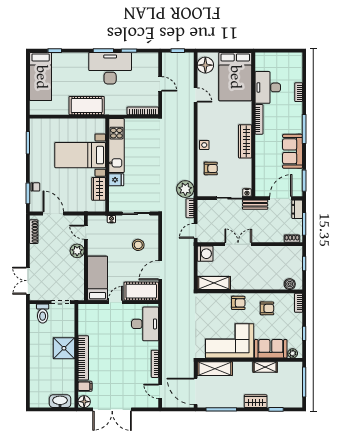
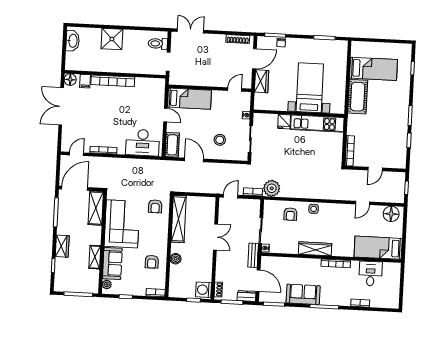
desk: (110, 68) -> (393, 121), removed
bed: (41, 77) -> (373, 69), moved, turned 180
bed: (235, 77) -> (378, 248), width x0.67
desk: (268, 87) -> (371, 274), width x0.73
wardrobe: (99, 189) -> (262, 81), moved, turned 90
door: (196, 231) -> (231, 196), hinge flipped
plant: (77, 251) -> (217, 80), removed
washing machine: (205, 254) -> (204, 290), moved, turned 90
shelving: (214, 283) -> (179, 219), width x1.47
boiler: (290, 284) -> (176, 259), moved
cot: (141, 291) -> (172, 145), width x0.73, depth x0.75
armchair: (238, 303) -> (155, 206), moved
shower: (64, 348) -> (112, 39), moved
washbasin: (60, 401) -> (73, 41), moved

